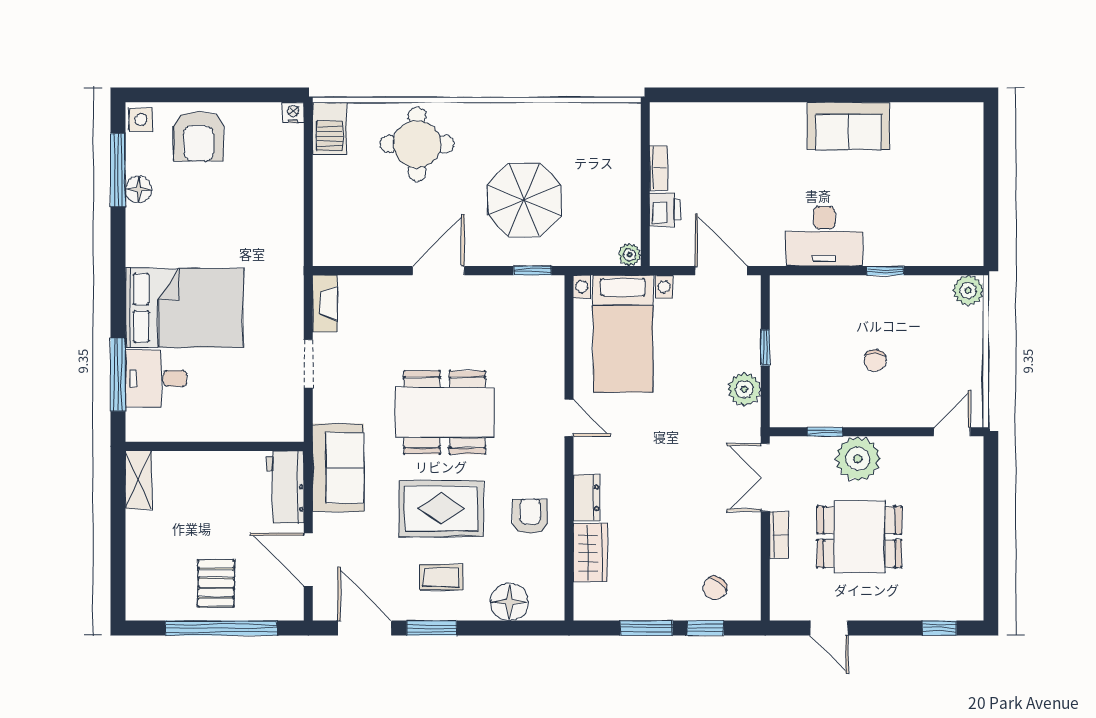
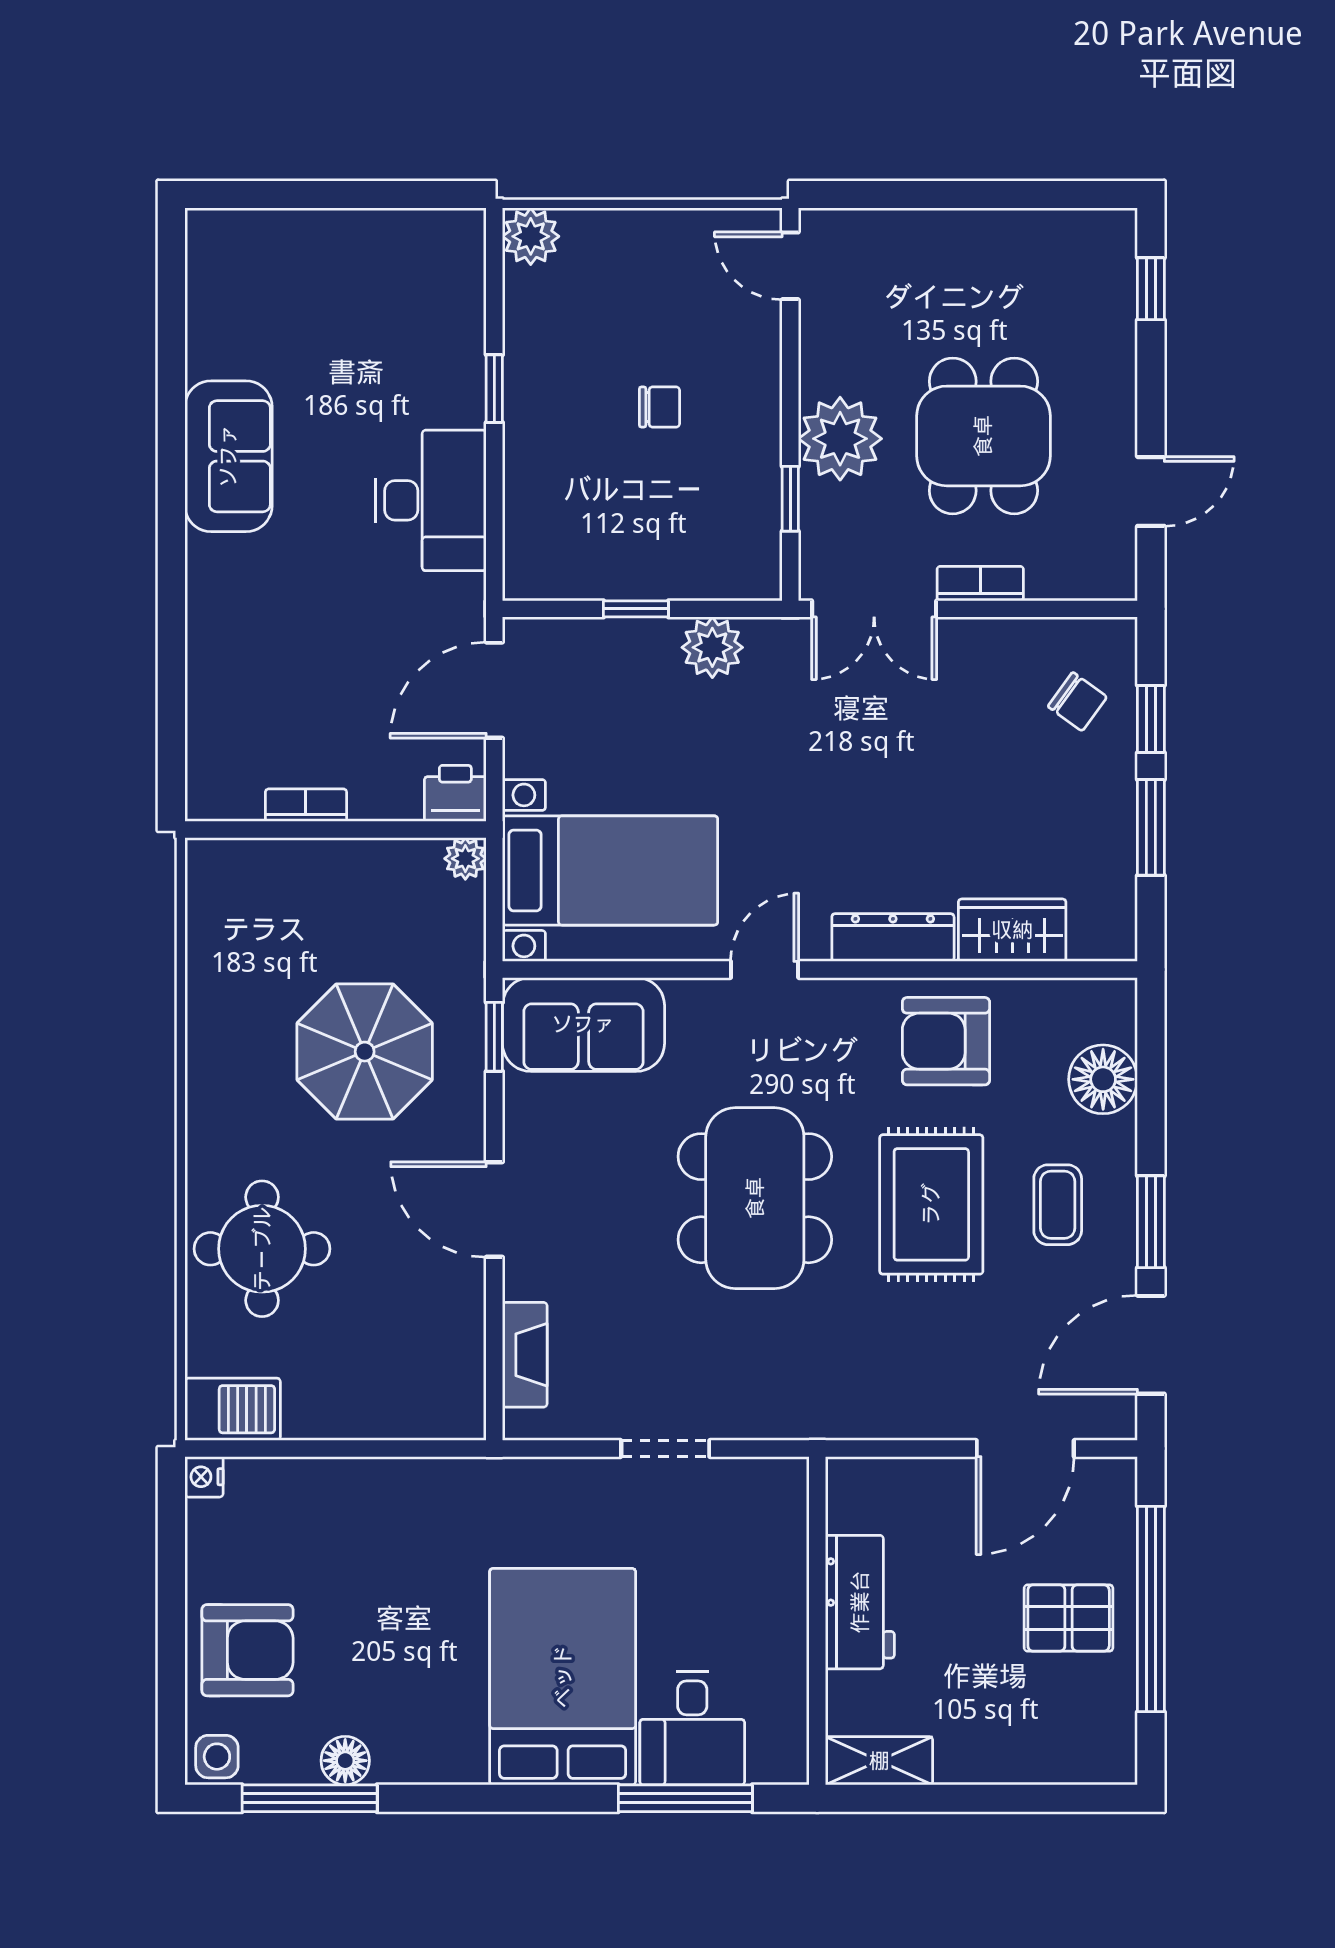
printer: (665, 209) -> (455, 793), moved
fireplace: (325, 304) -> (525, 1355), moved, turned 90
sofa: (338, 468) -> (583, 1024), moved, turned 180
workbench: (285, 487) -> (860, 1602), moved, turned -90
dresser: (586, 498) -> (893, 938), width x1.44
armchair: (530, 516) -> (946, 1041), width x1.38, depth x1.38

